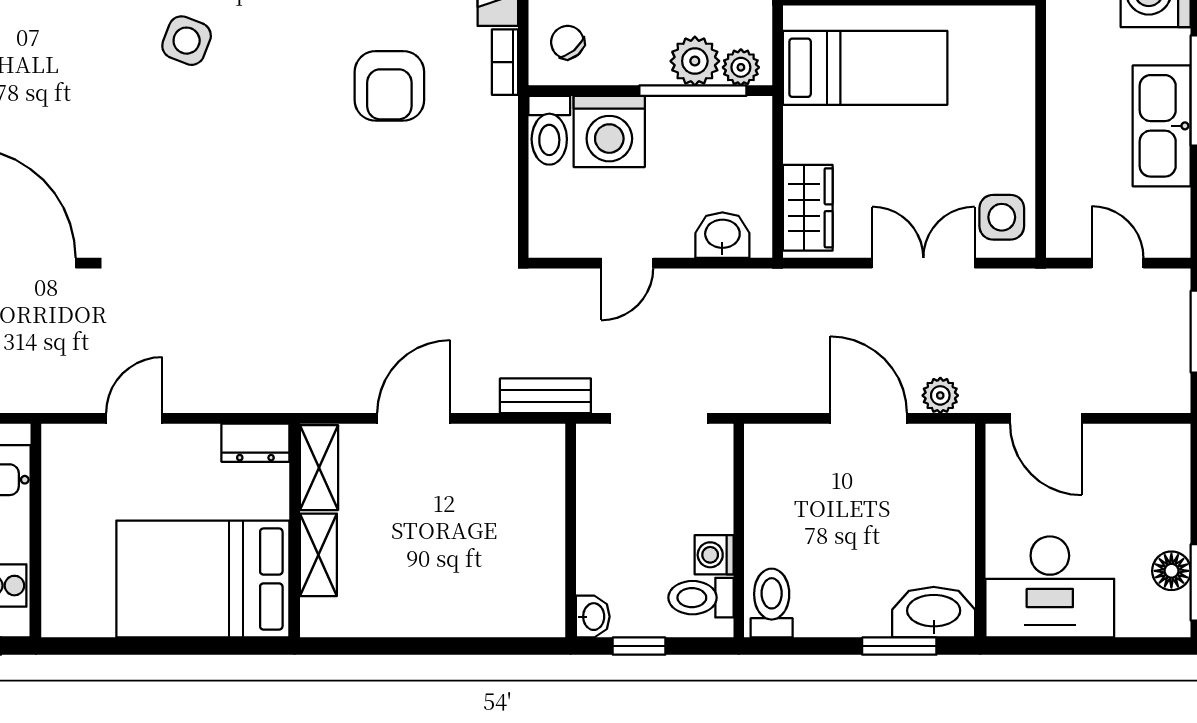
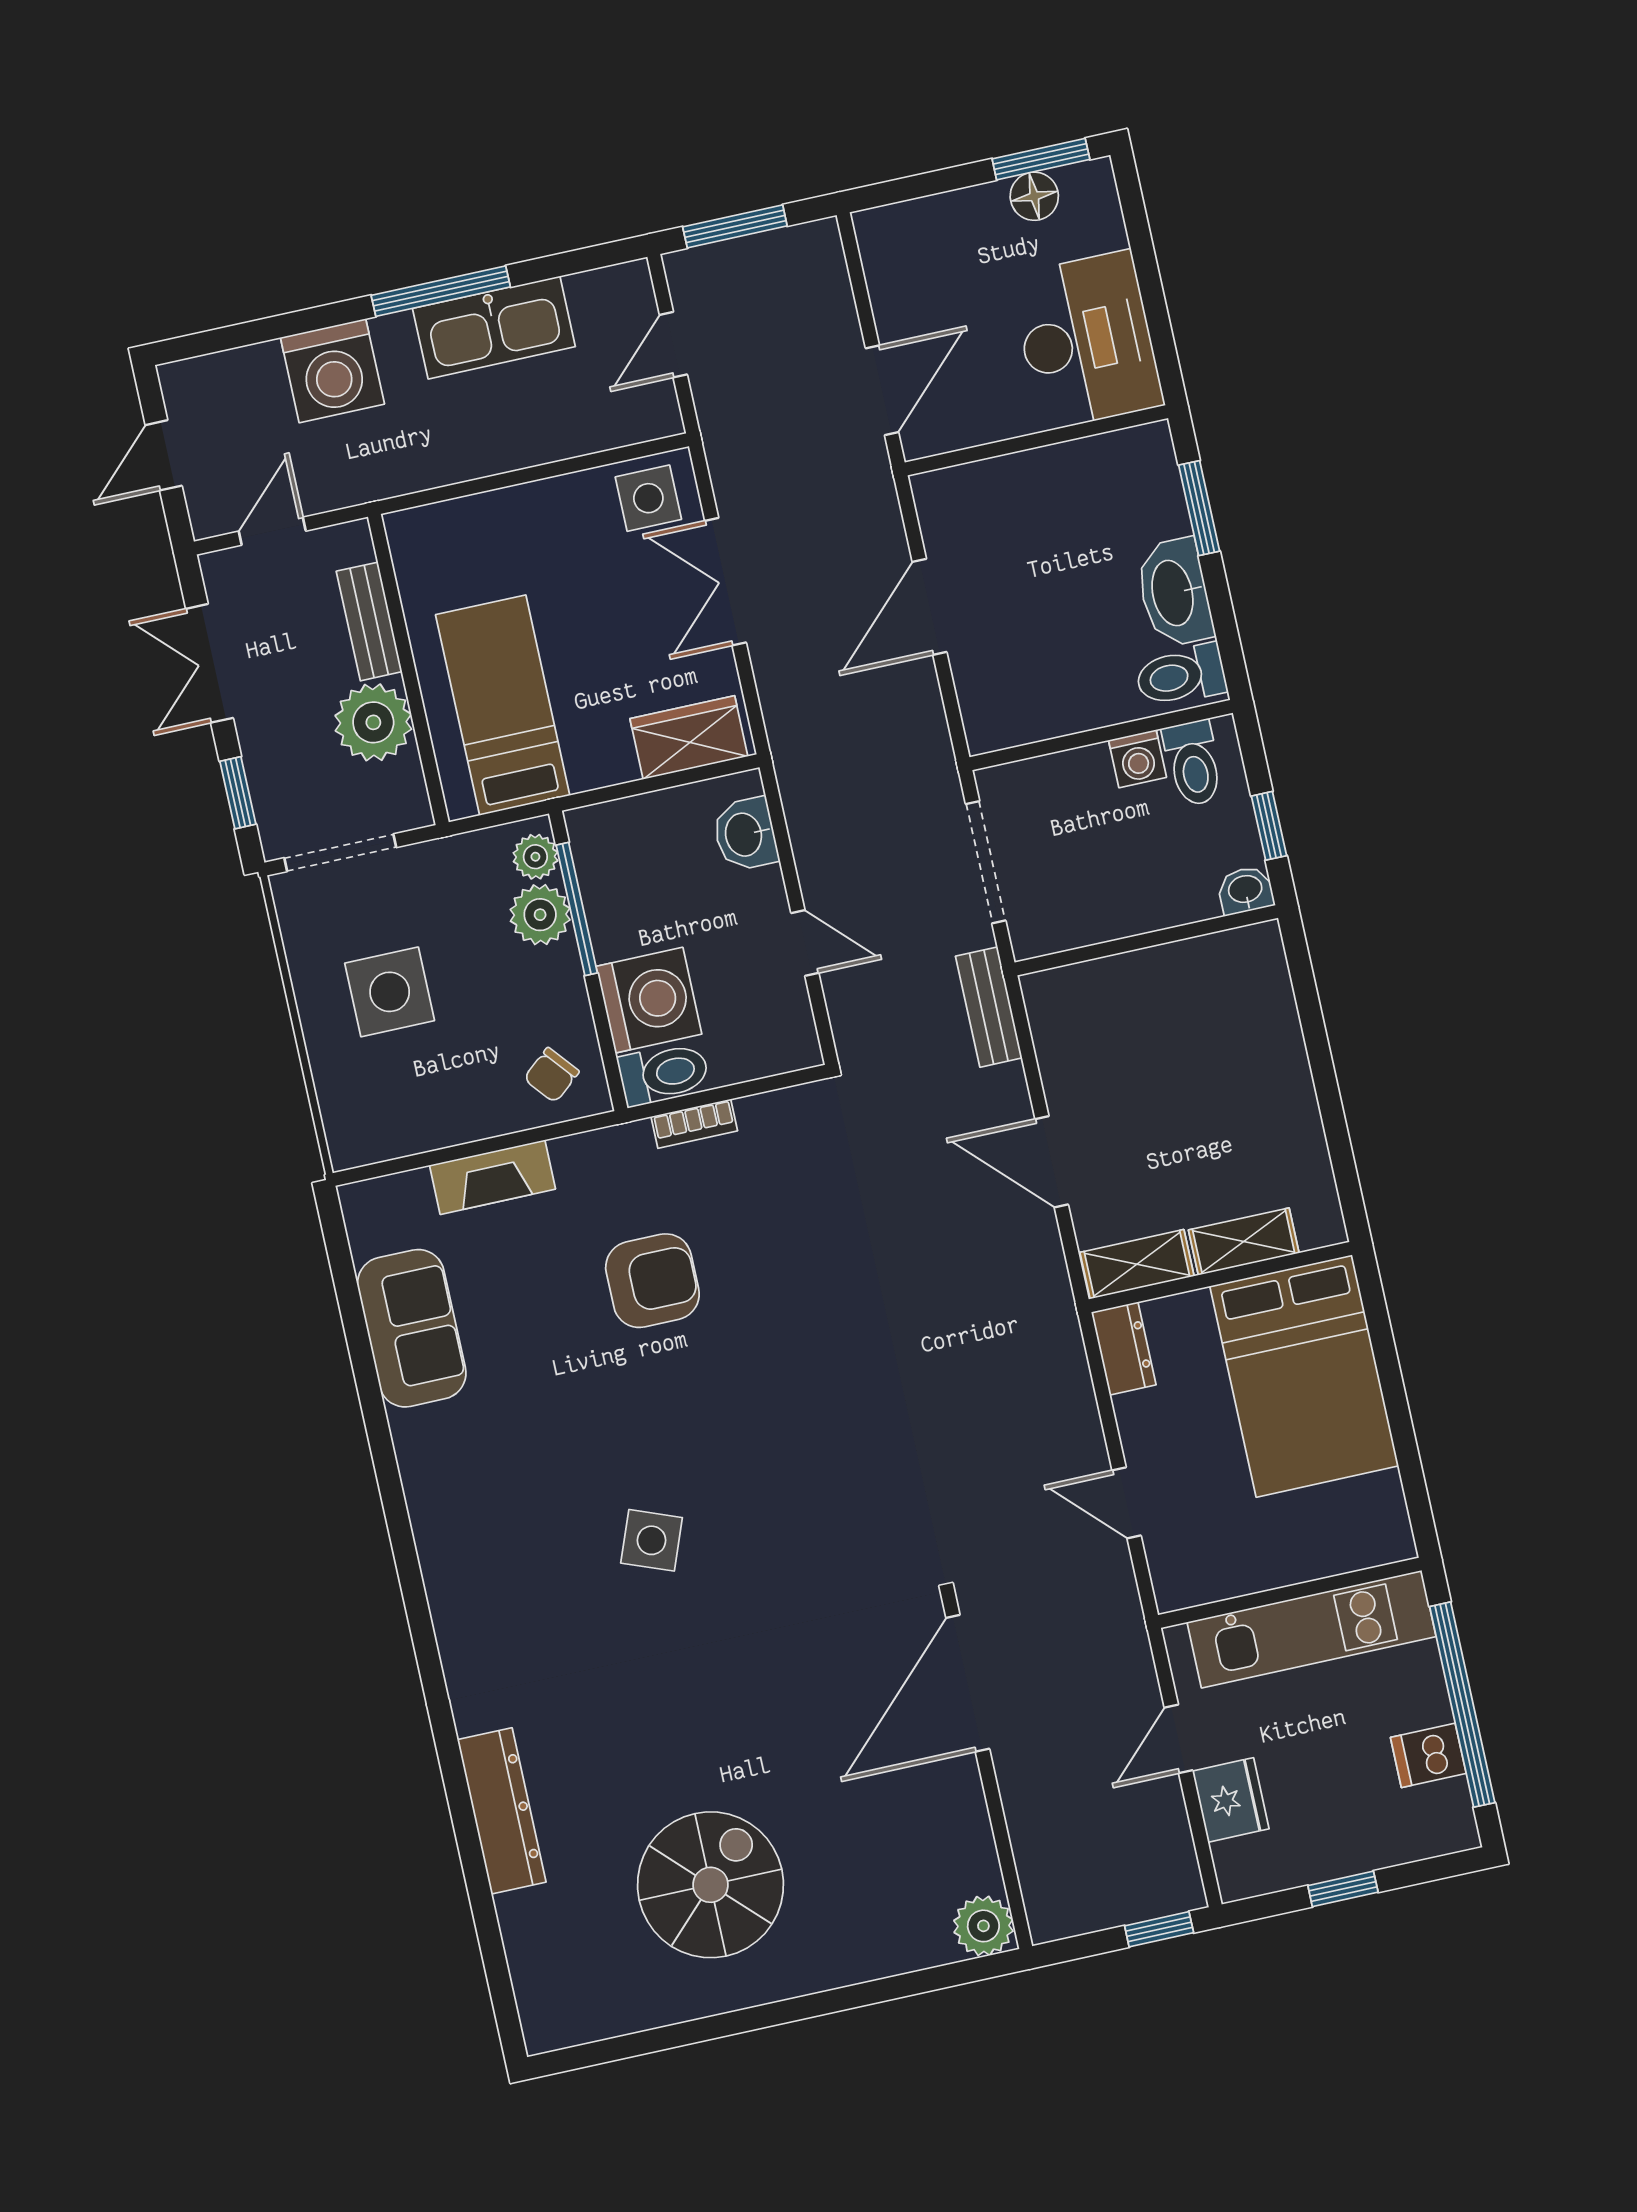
bookcase: (505, 62) -> (694, 1124), moved
plant: (940, 395) -> (882, 525), removed
washbasin: (934, 612) -> (1174, 593), moved

